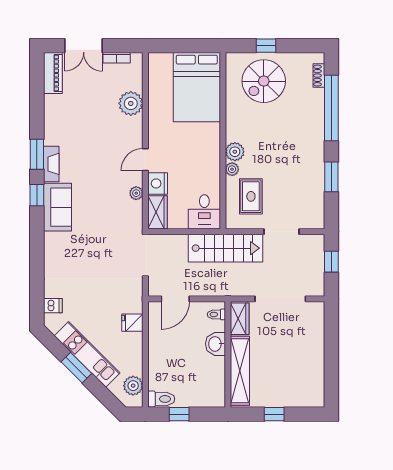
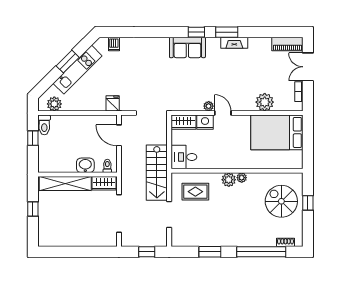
bed: (197, 87) -> (277, 132), moved
fireplace: (51, 164) -> (234, 43), moved
plant: (232, 169) -> (242, 178), moved
plant: (136, 193) -> (209, 106), moved
fridge: (132, 323) -> (113, 103), moved

